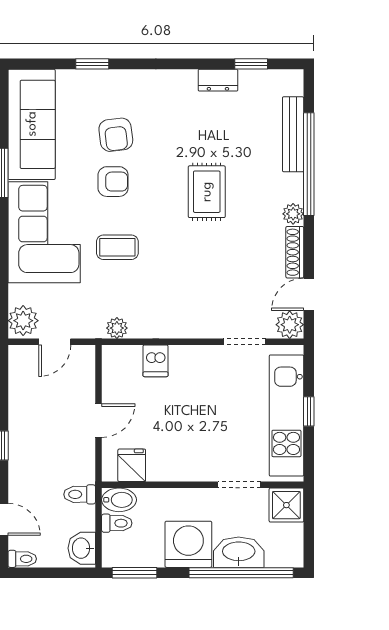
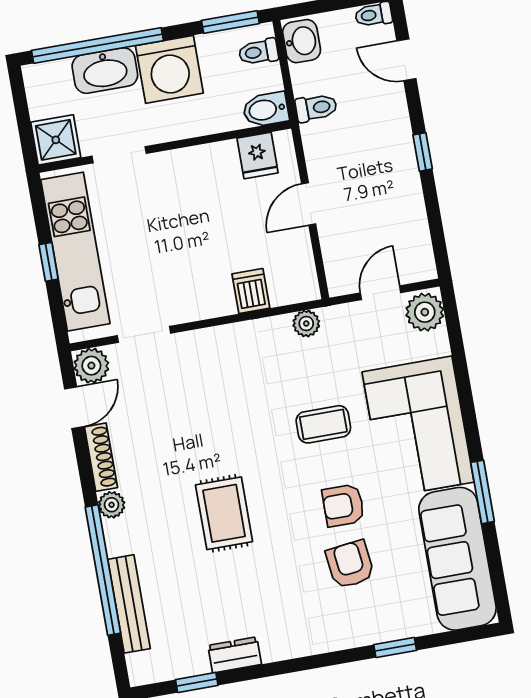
toilet: (117, 523) -> (258, 52), moved

